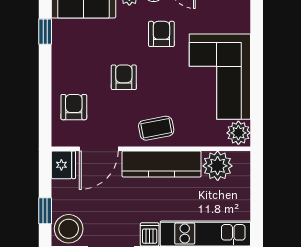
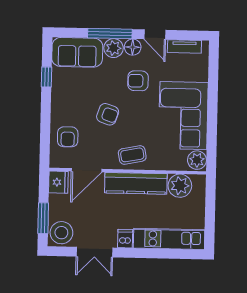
armchair: (161, 34) -> (138, 81), turned -90
armchair: (124, 77) -> (108, 114), turned 109
armchair: (74, 107) -> (68, 137), turned 180
window: (45, 211) -> (43, 218), width x1.50

